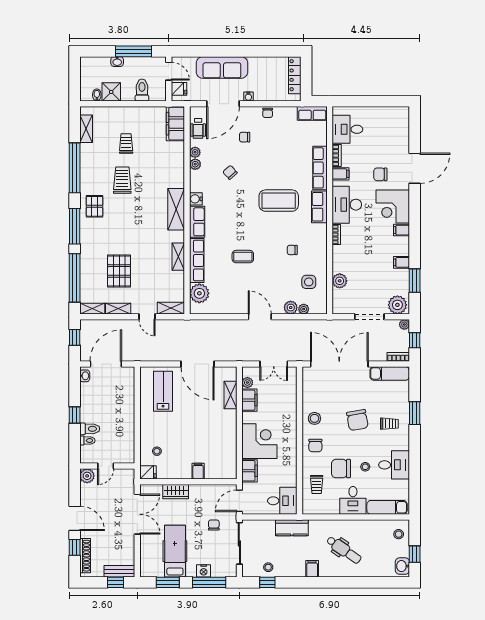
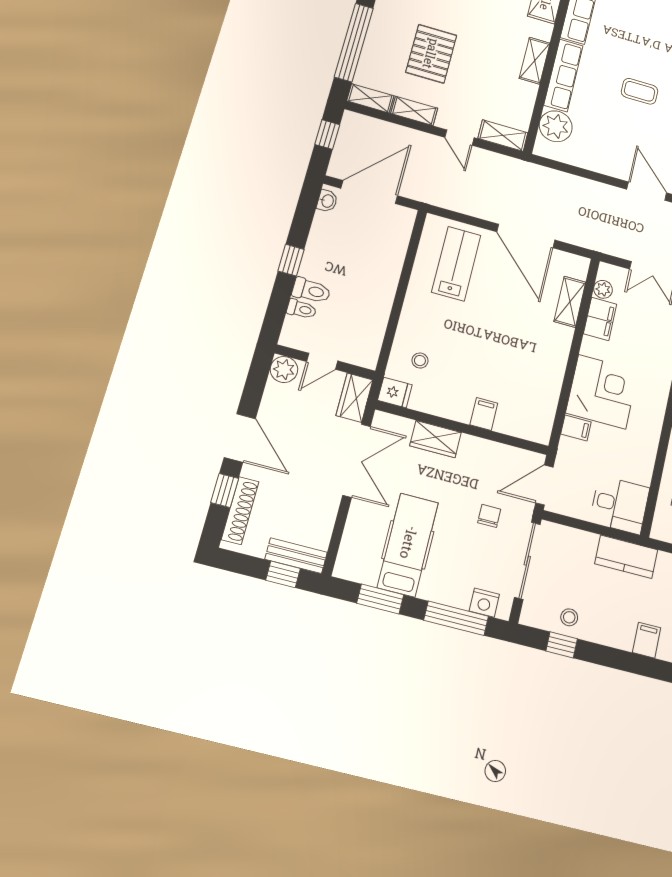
filing cabinet: (250, 471) -> (576, 428), width x0.50
wardrobe: (128, 481) -> (354, 398), added
nightstand: (204, 571) -> (484, 603), moved

